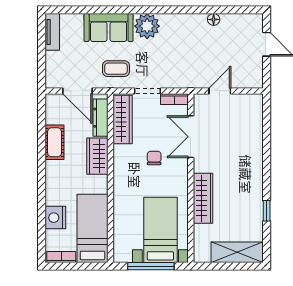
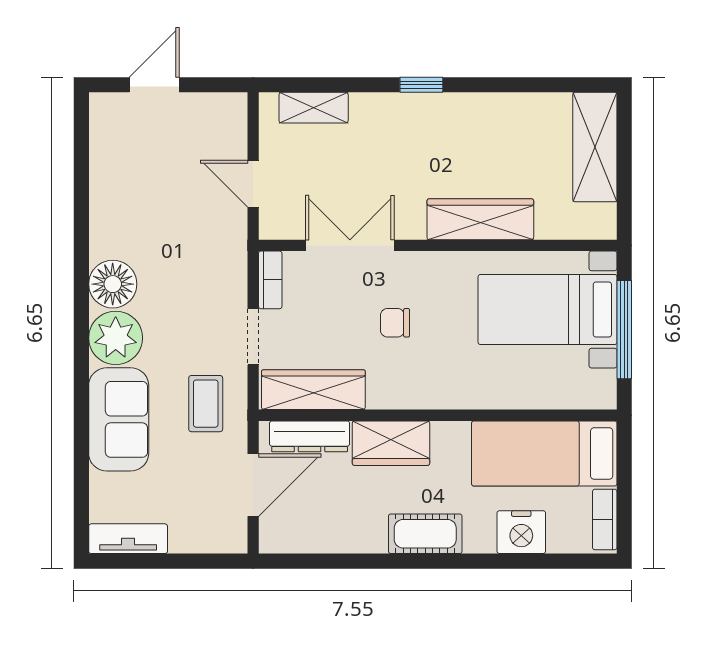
floor lamp: (214, 19) -> (113, 284), moved, width x1.89, depth x1.89
shelving: (256, 120) -> (314, 108), added
double door: (191, 137) -> (350, 245), swing flipped
cot: (55, 142) -> (425, 534), moved
window: (267, 211) -> (421, 85), moved

